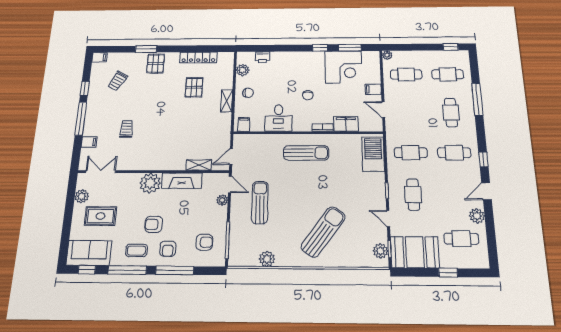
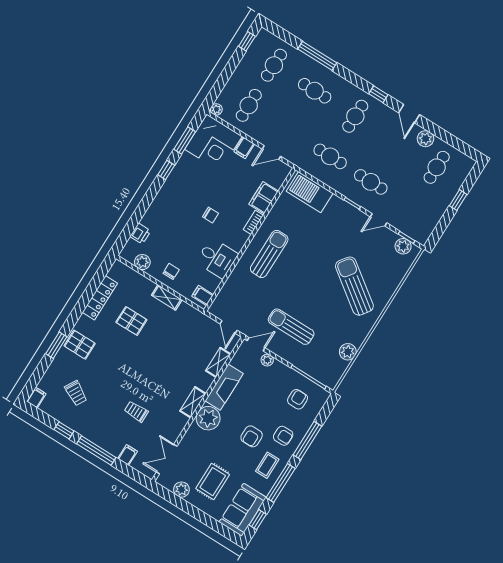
corner desk: (343, 67) -> (213, 143), moved, turned 90
cafe table: (411, 153) -> (330, 156), turned 90
shelving: (157, 165) -> (193, 402), added
booth: (415, 252) -> (423, 217), removed

